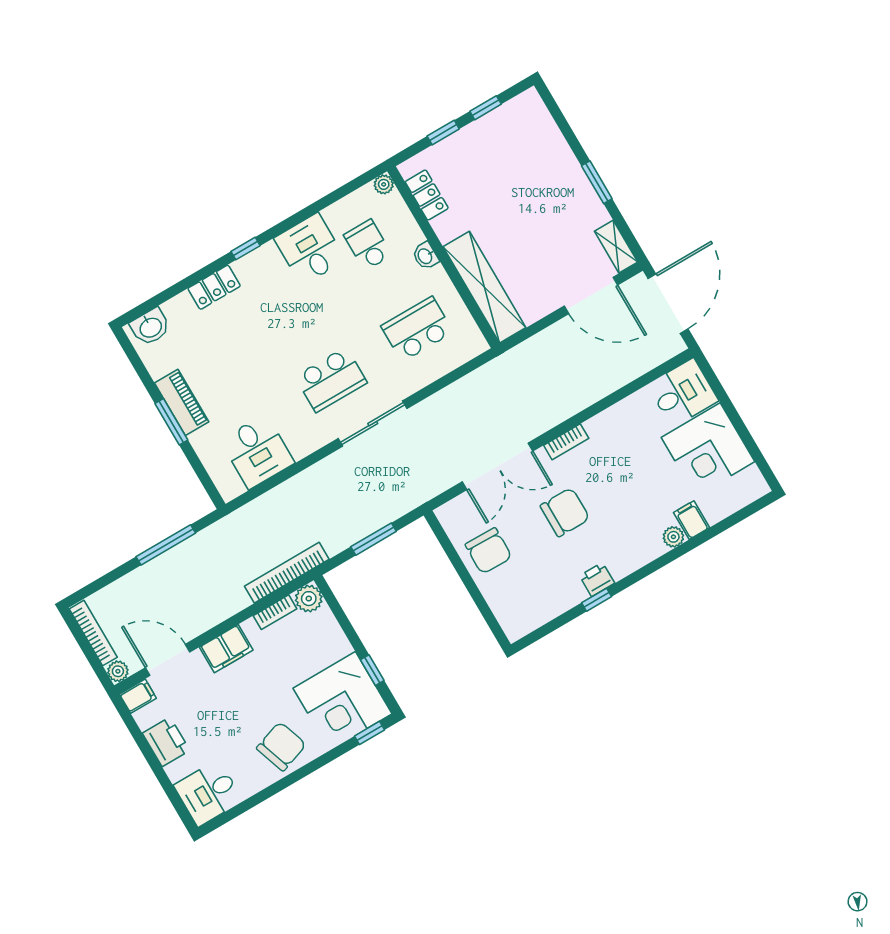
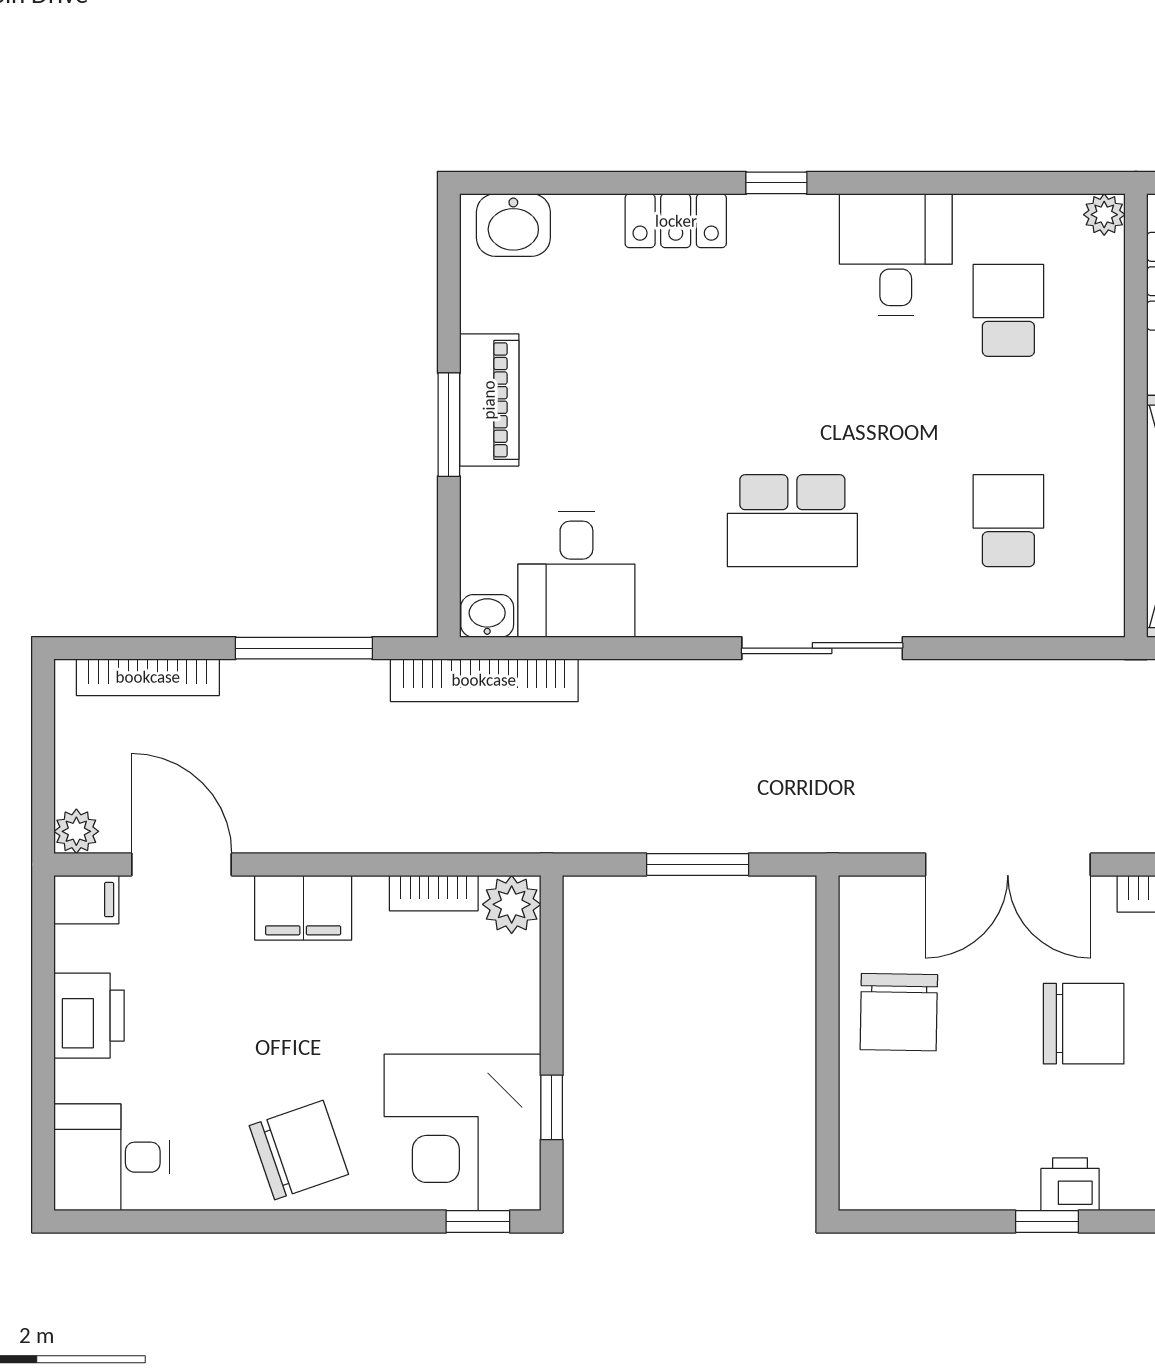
washbasin: (425, 256) -> (487, 616), moved, turned 90
school desk: (417, 329) -> (1008, 521), width x0.54
bookcase: (287, 573) -> (484, 680), moved, turned 180
bookcase: (93, 633) -> (148, 677), moved, turned 90

